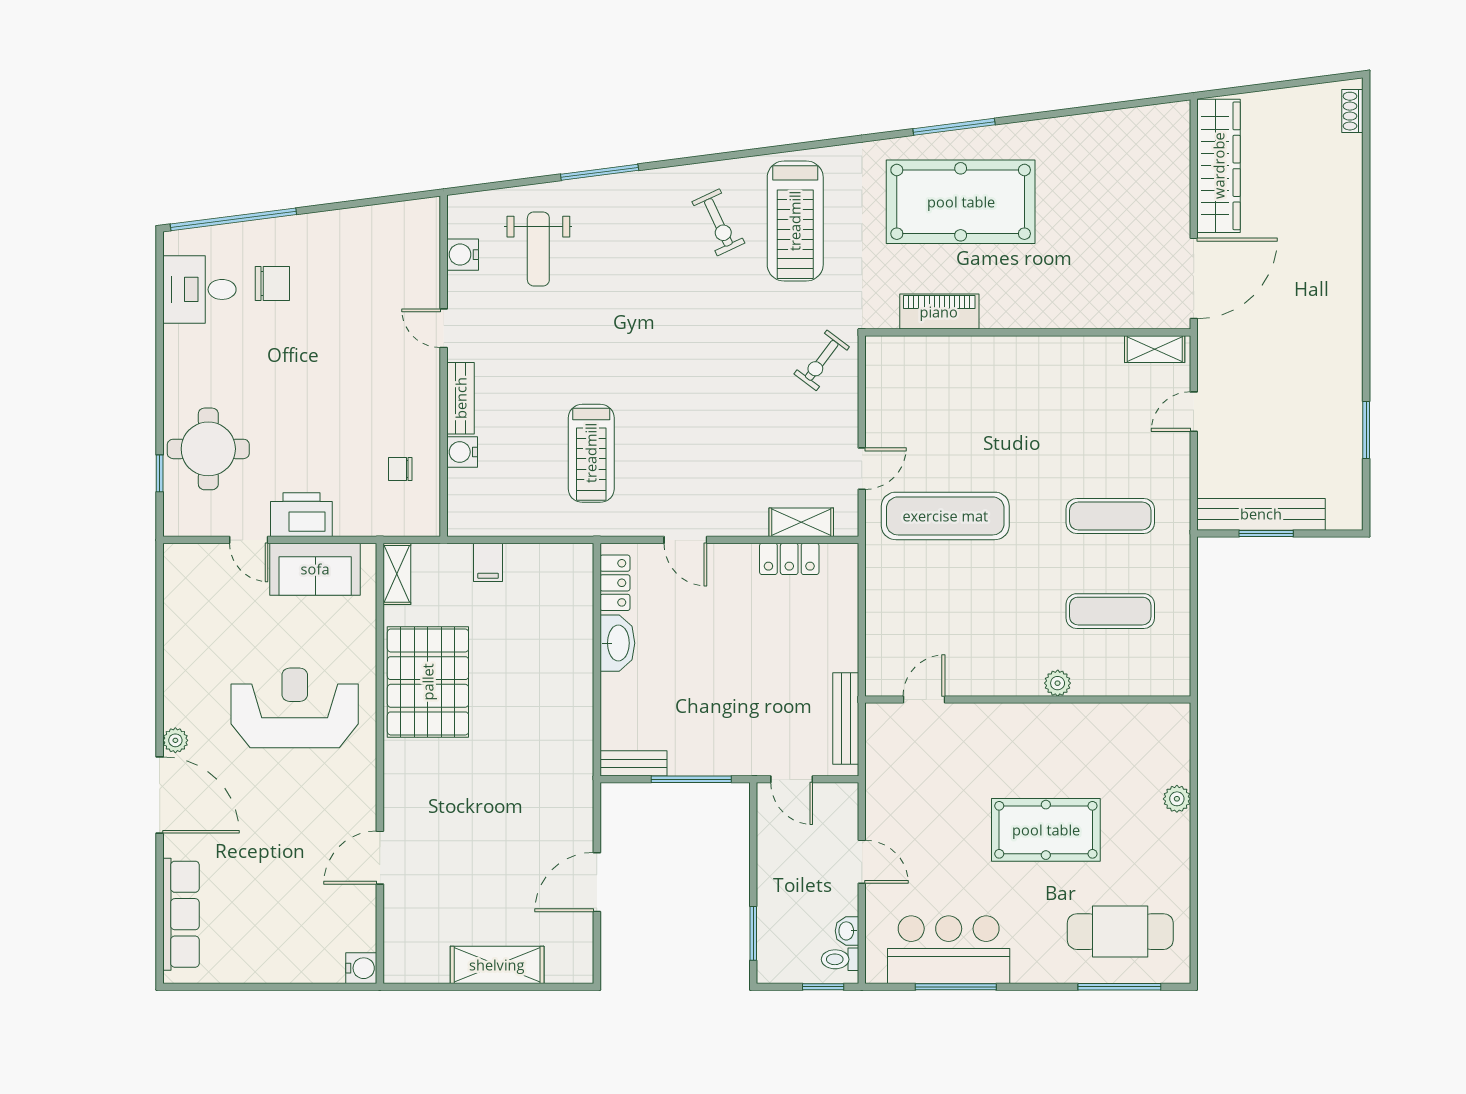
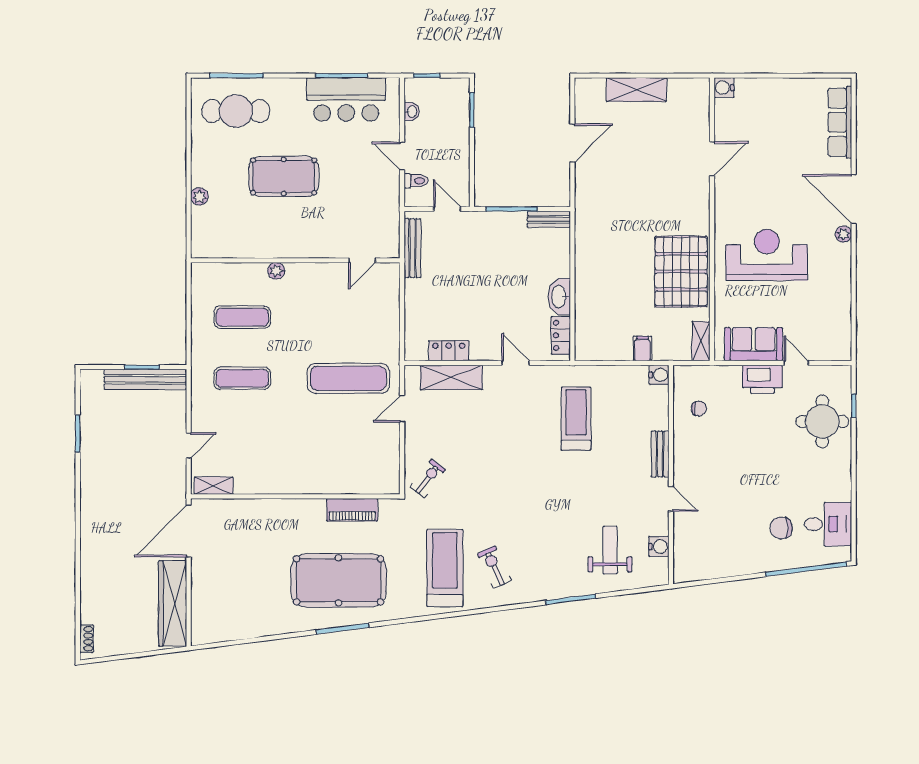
water cooler: (462, 452) -> (659, 375), moved
shelving: (801, 522) -> (451, 377), width x1.50, depth x1.33
reception desk: (295, 708) -> (767, 255), turned 180
toilet: (840, 959) -> (416, 181), moved

